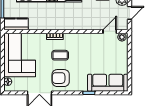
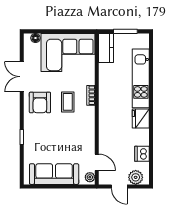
armchair: (61, 78) -> (40, 102), turned 180
sofa: (108, 83) -> (54, 174), moved, turned -90

